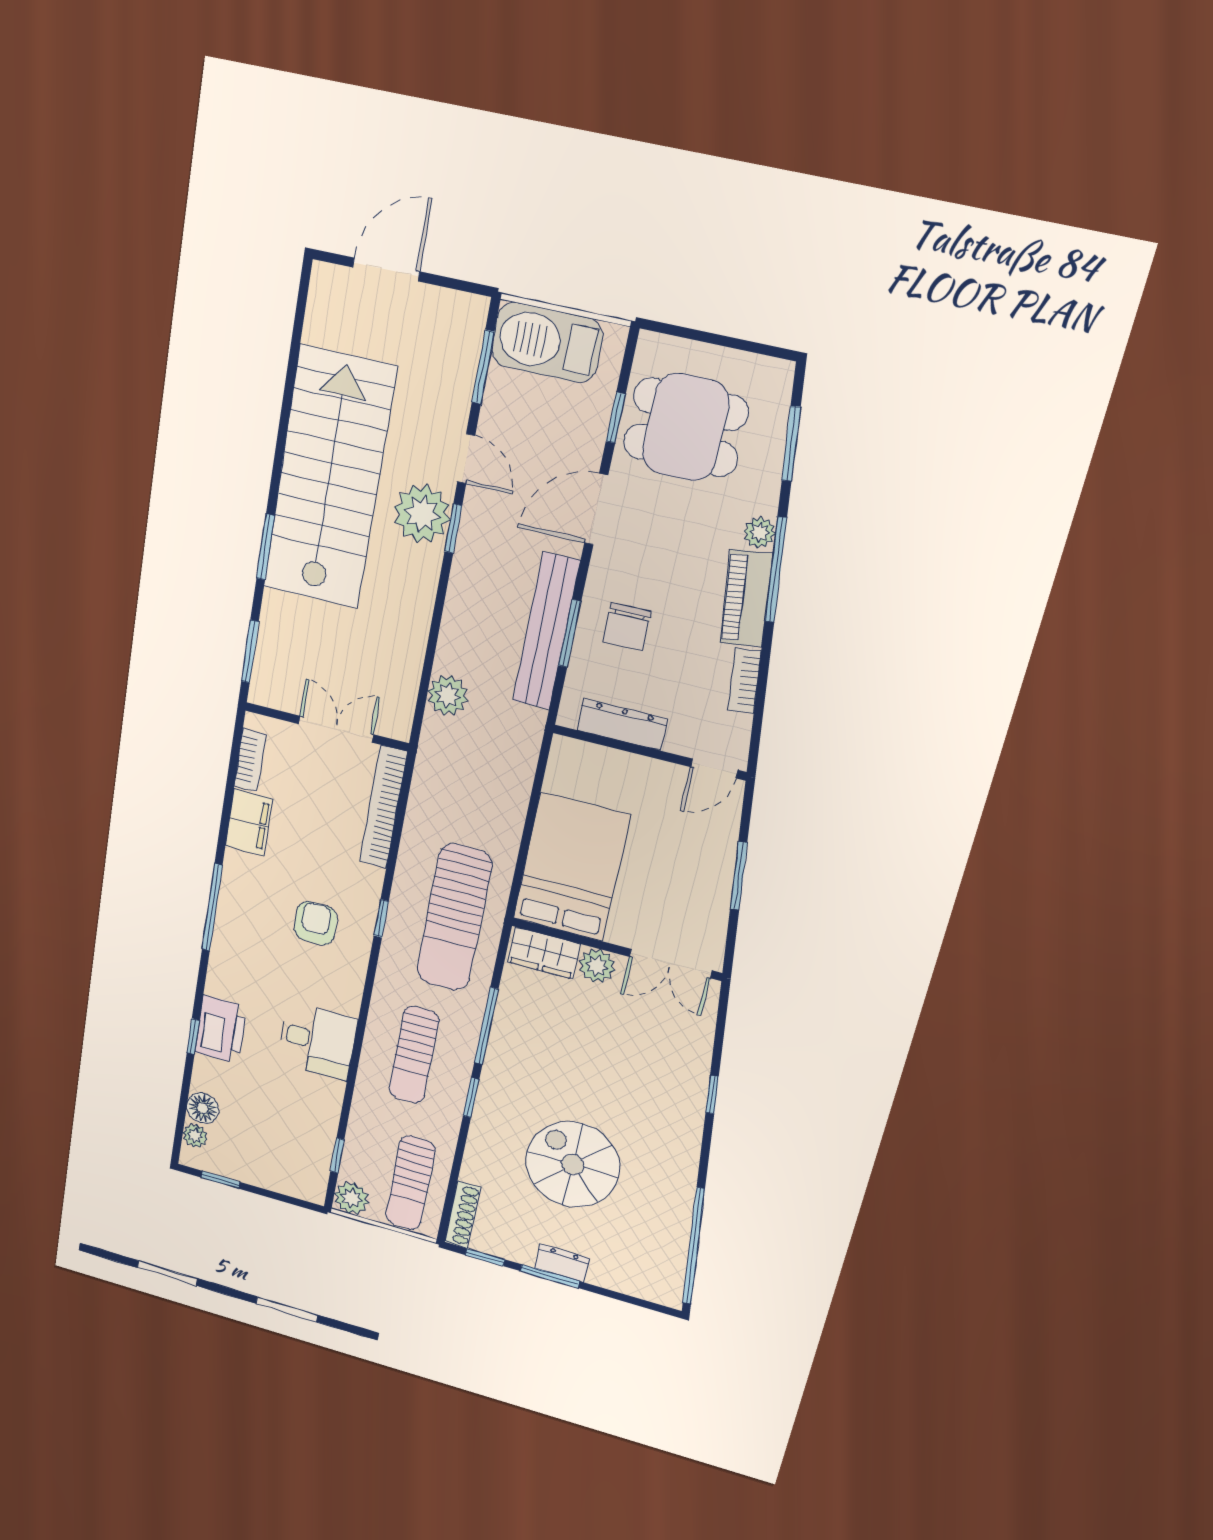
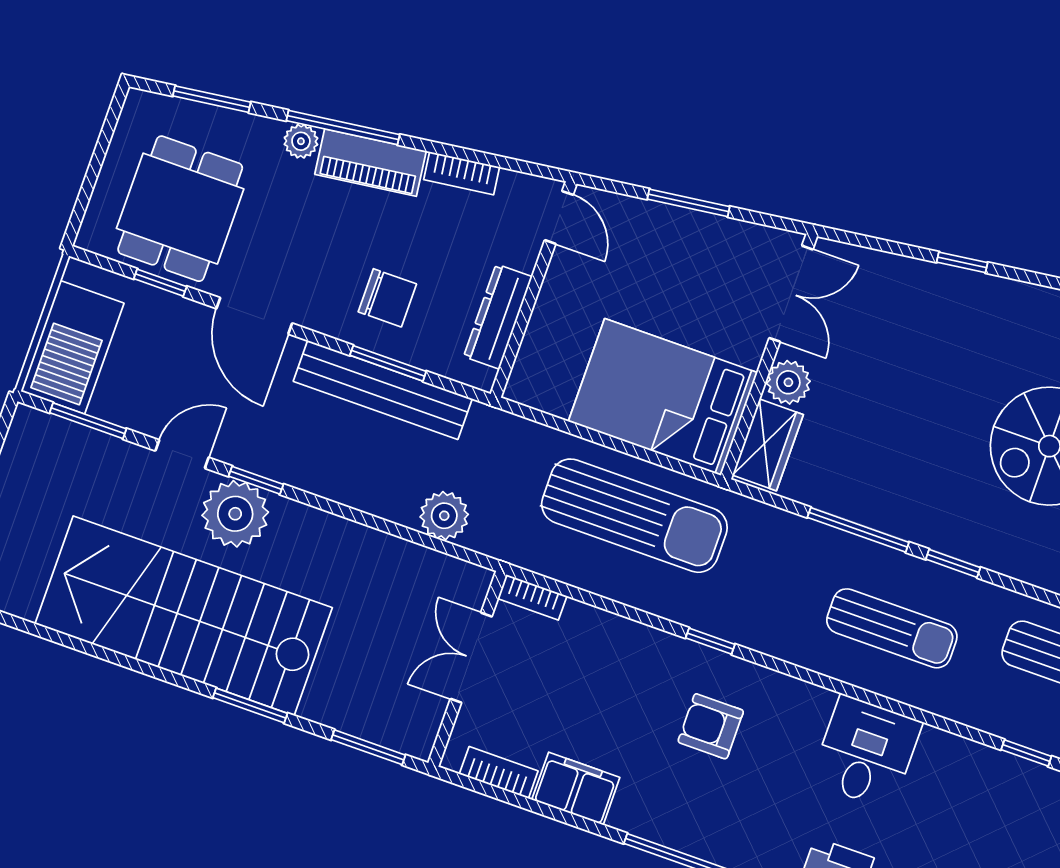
bookcase: (383, 807) -> (532, 597), width x0.43, depth x0.76
sun lounger: (454, 917) -> (634, 516), moved

